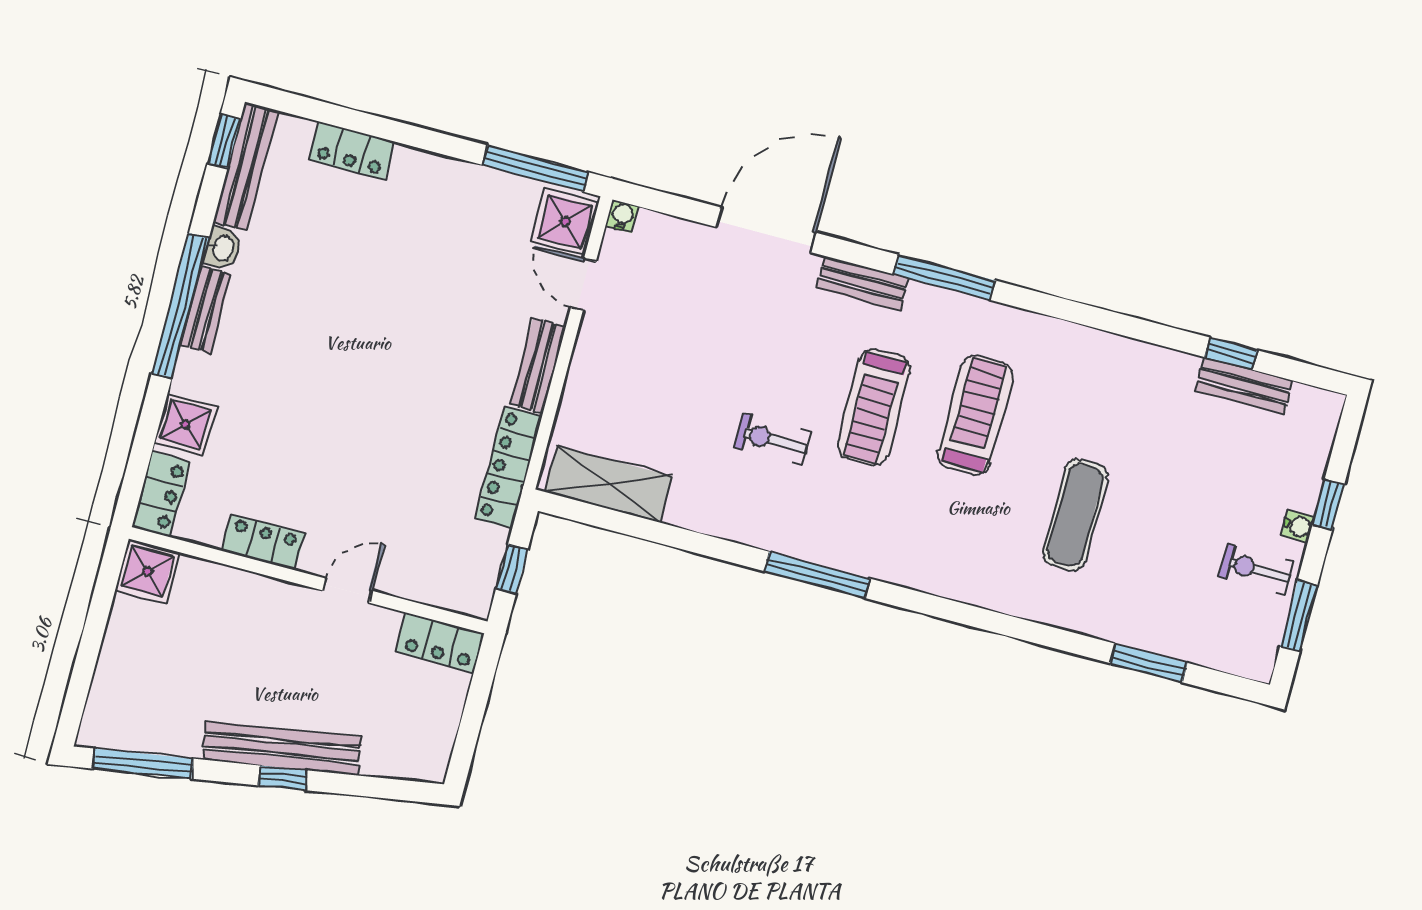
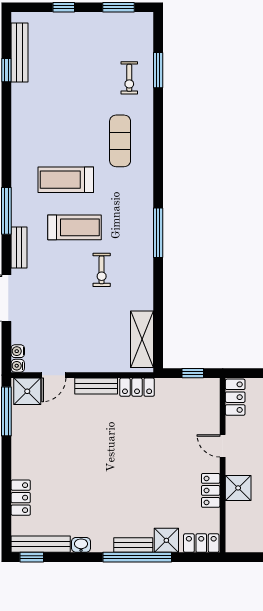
window: (180, 306) -> (137, 557), moved
bench: (206, 310) -> (133, 545), moved
bench: (1244, 386) -> (20, 52), width x1.36
locker: (509, 467) -> (137, 387), width x0.66
exercise mat: (1075, 515) -> (120, 141), moved, turned 90
water cooler: (1298, 526) -> (18, 351), moved, turned -90
exercise bike: (1256, 569) -> (129, 78), moved
shower: (148, 571) -> (238, 488), moved

